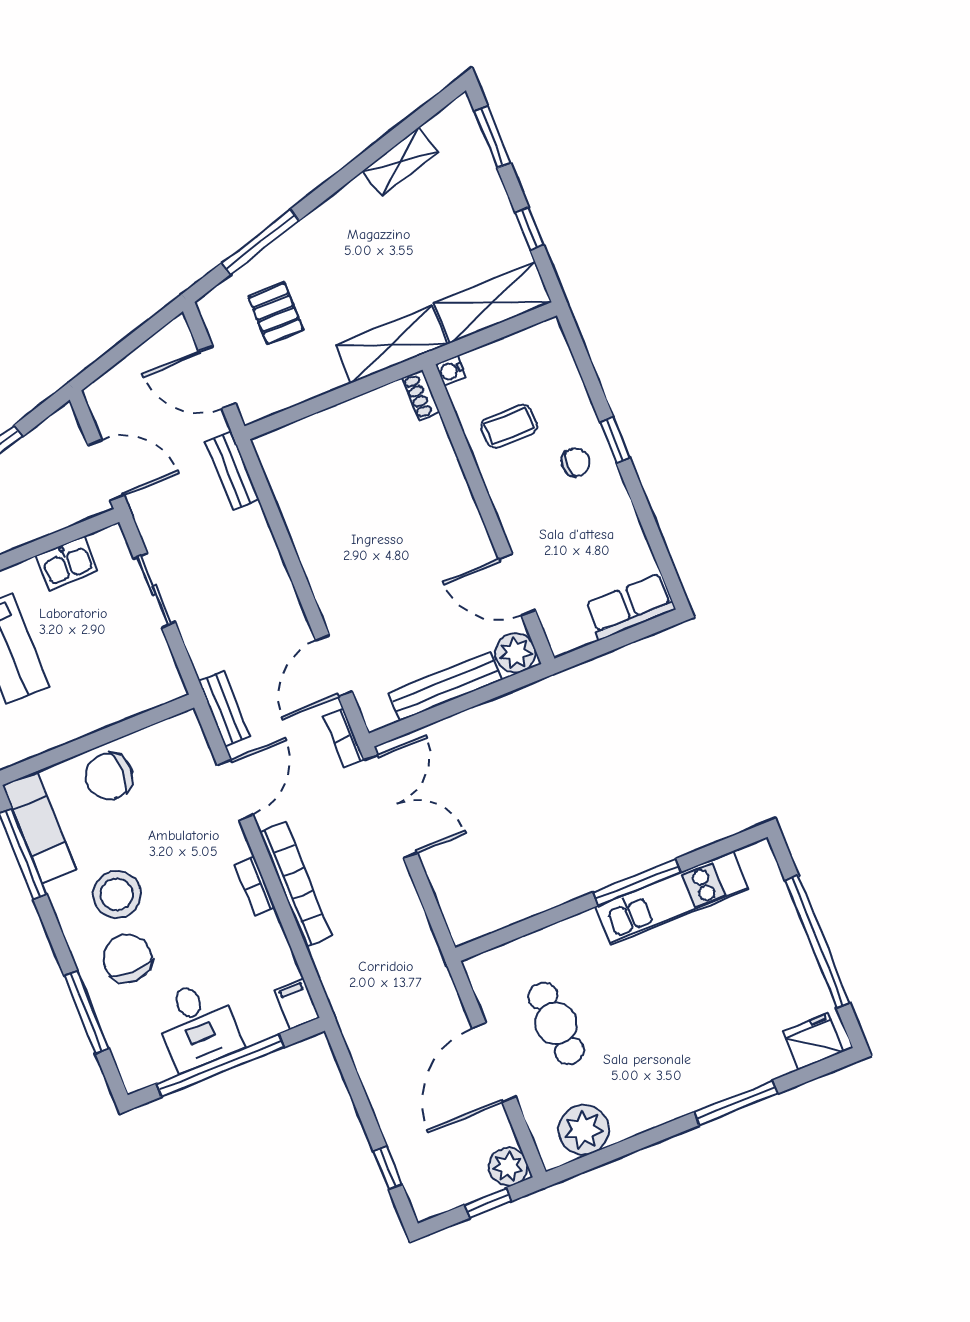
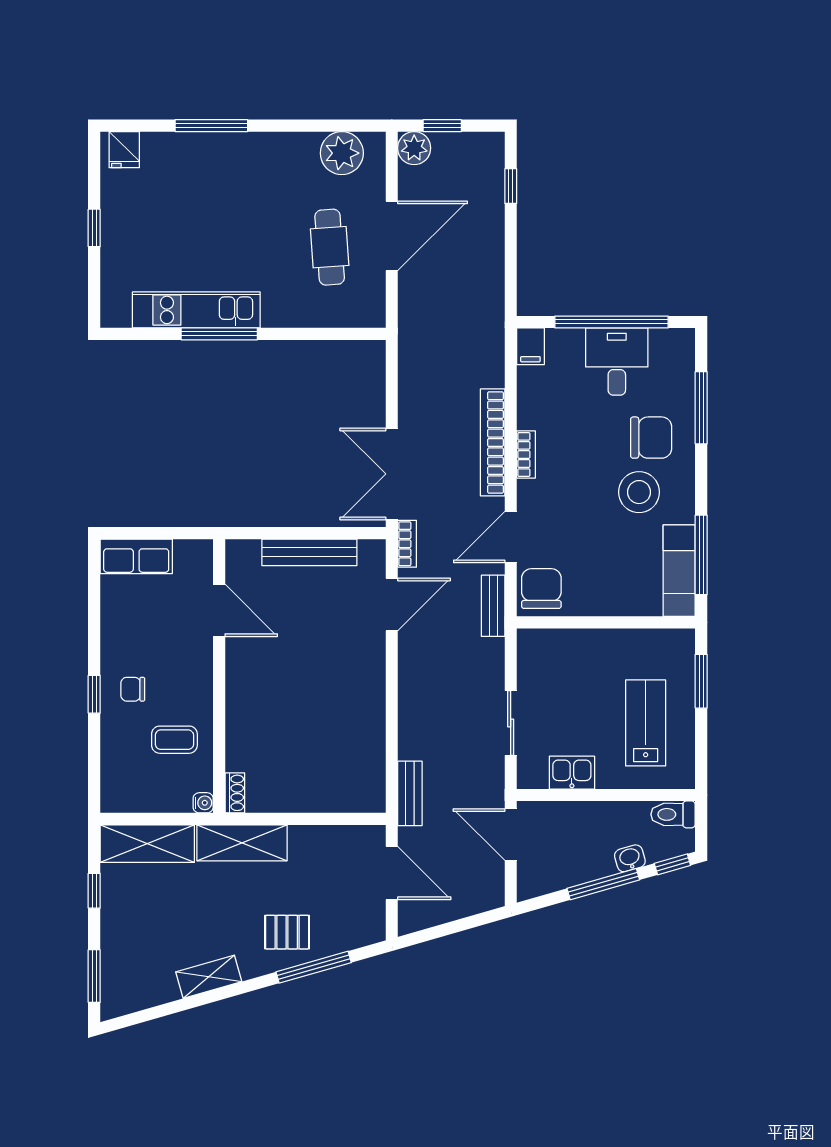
shelving: (400, 162) -> (209, 977), moved
pallet: (276, 313) -> (287, 932), moved, turned 90
plant: (515, 653) -> (242, 556), removed
chair: (109, 776) -> (541, 589), moved, turned -90
window: (818, 942) -> (94, 228), width x0.32
chair: (127, 958) -> (651, 438), turned -90
fridge: (813, 1042) -> (124, 150), width x0.72

